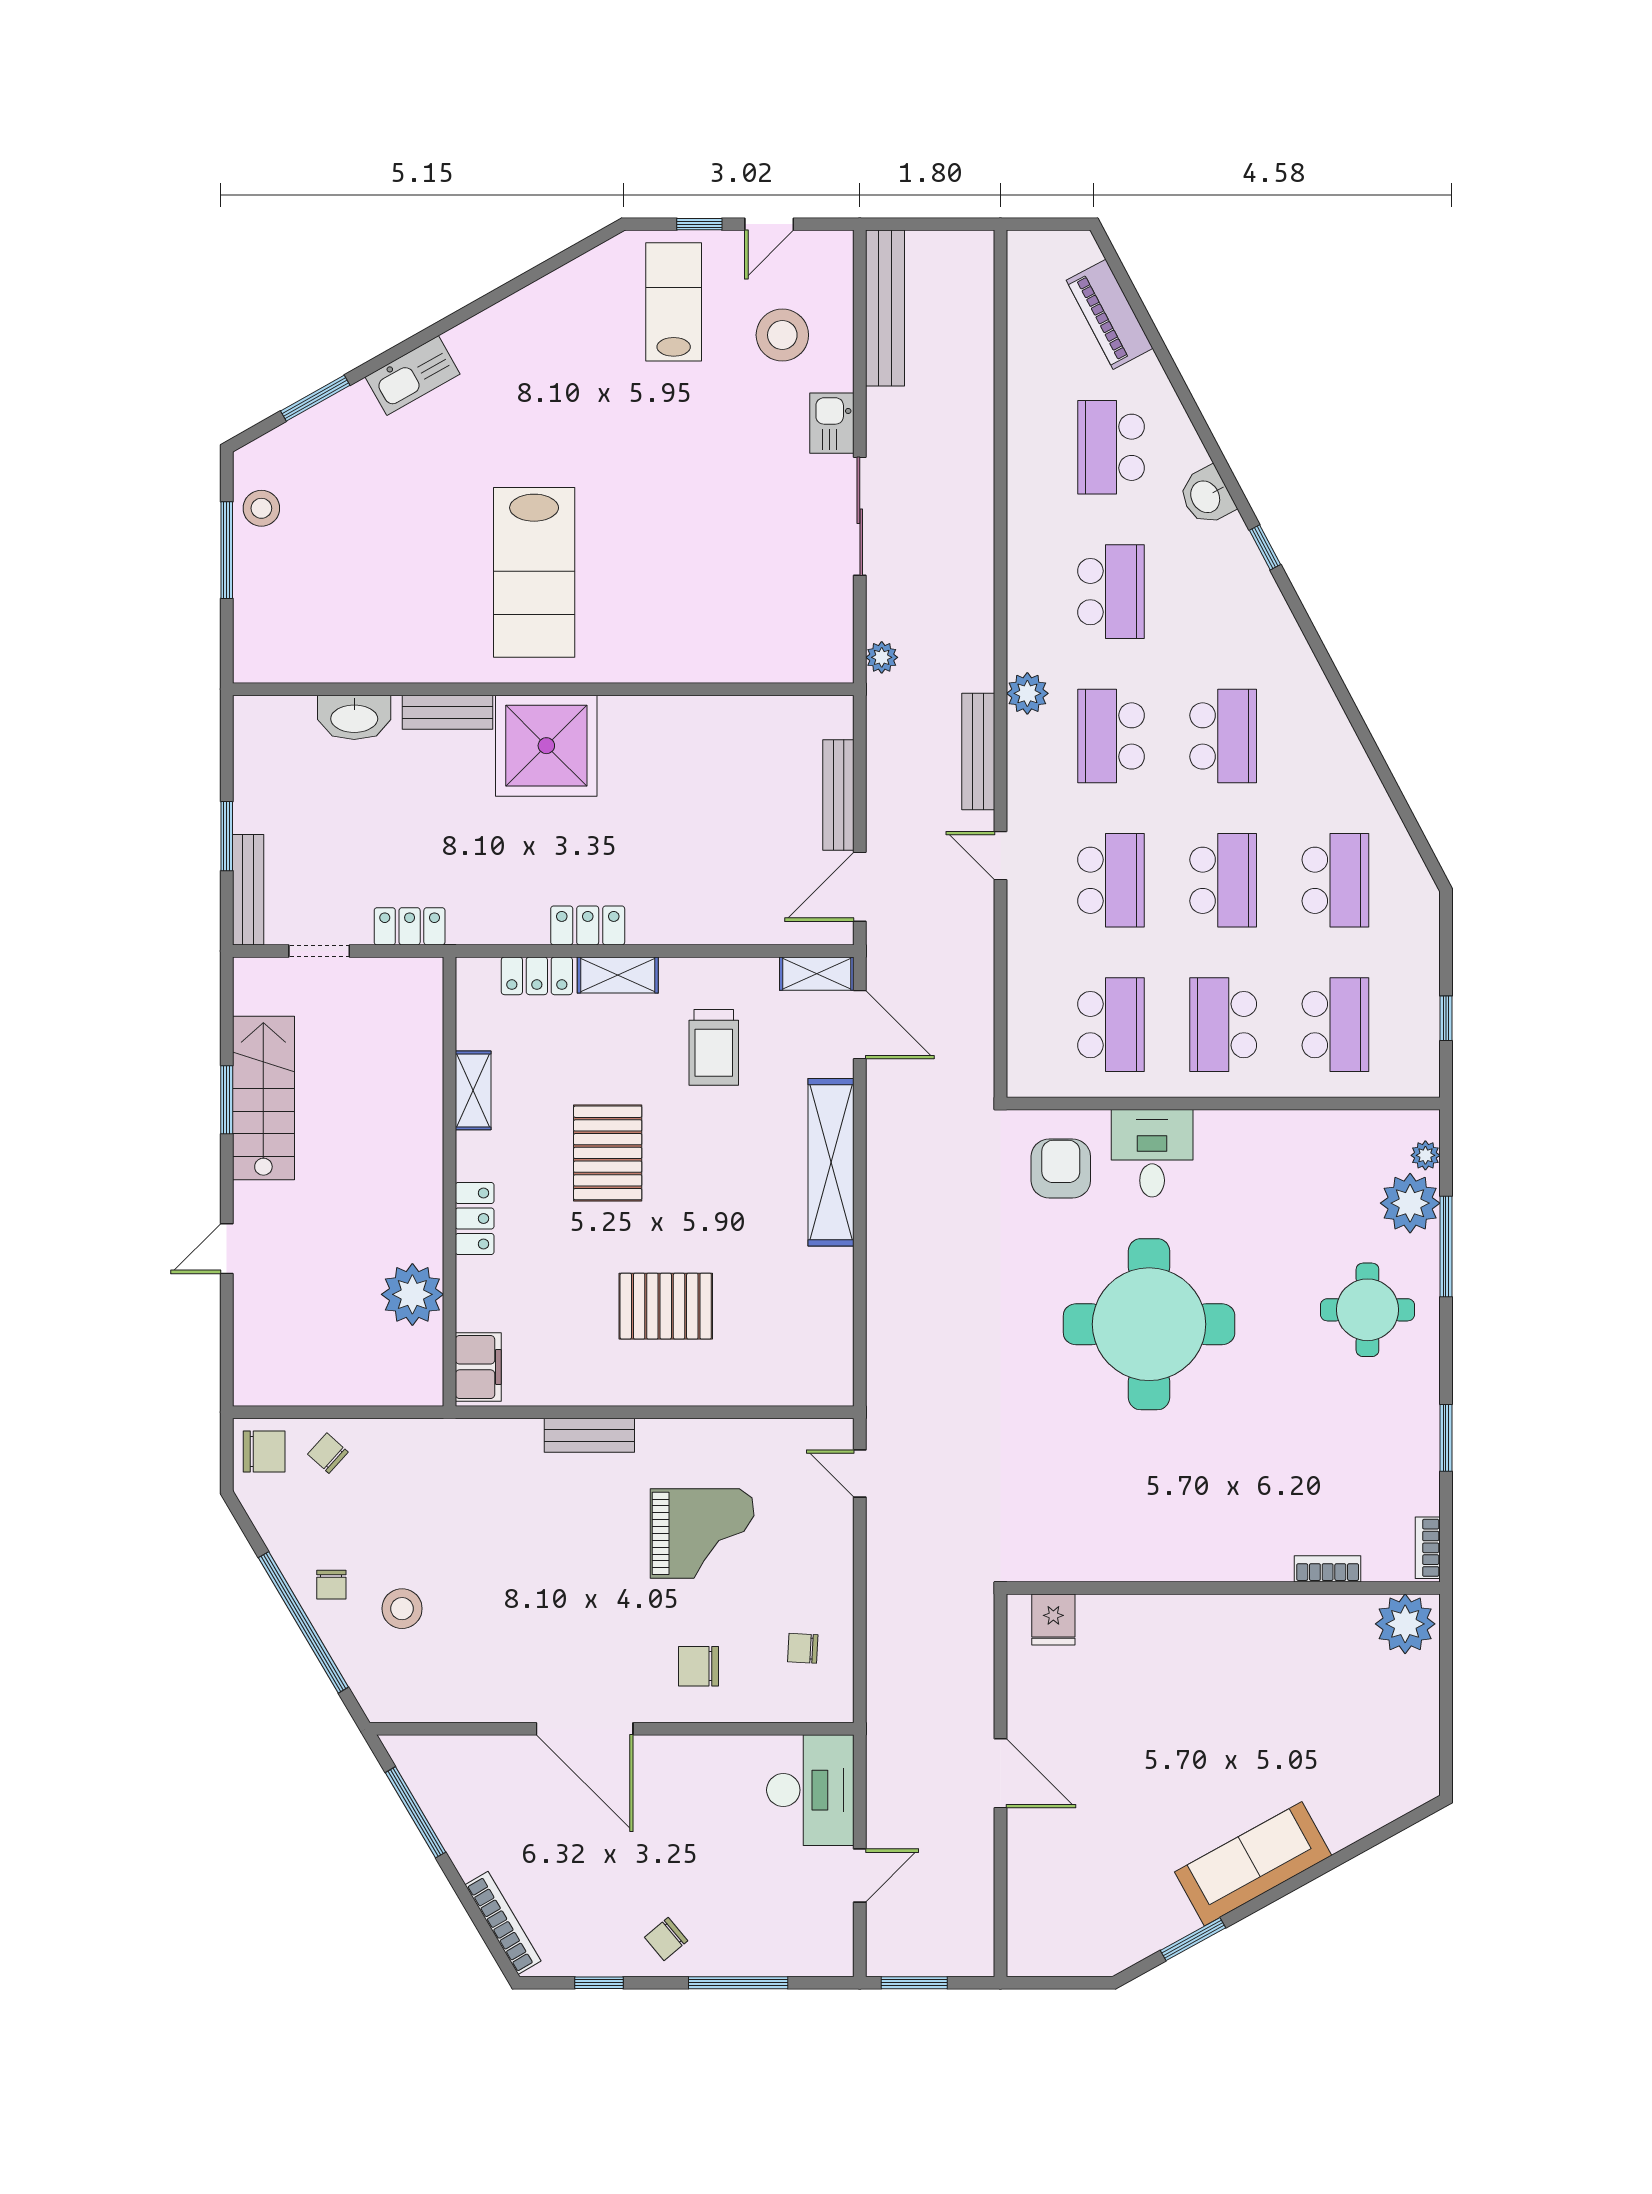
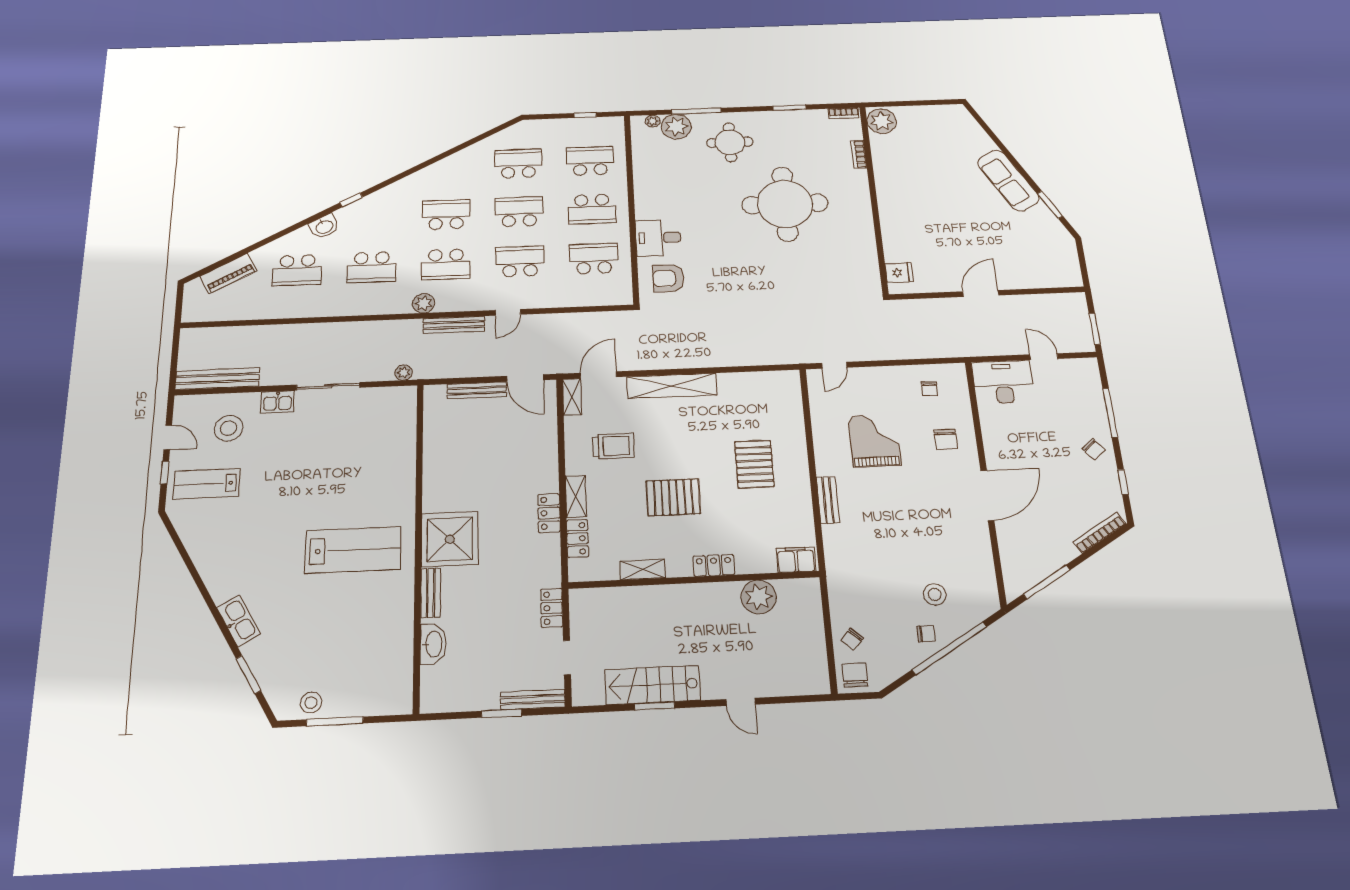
school desk: (1111, 592) -> (372, 267), turned 180
round table: (1149, 1324) -> (785, 204), moved

